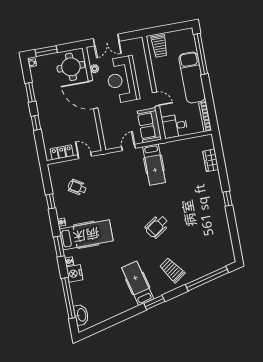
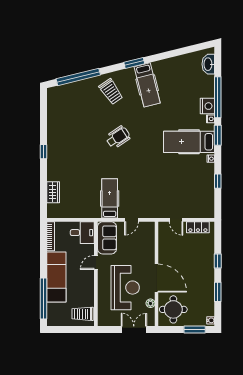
trolley: (159, 46) -> (83, 314), turned -90
door: (156, 99) -> (96, 262), hinge flipped
wheelchair: (77, 187) -> (189, 190), removed
window: (68, 298) -> (218, 97), moved

